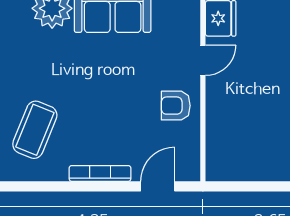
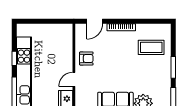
coffee table: (35, 130) -> (151, 47), turned 68

